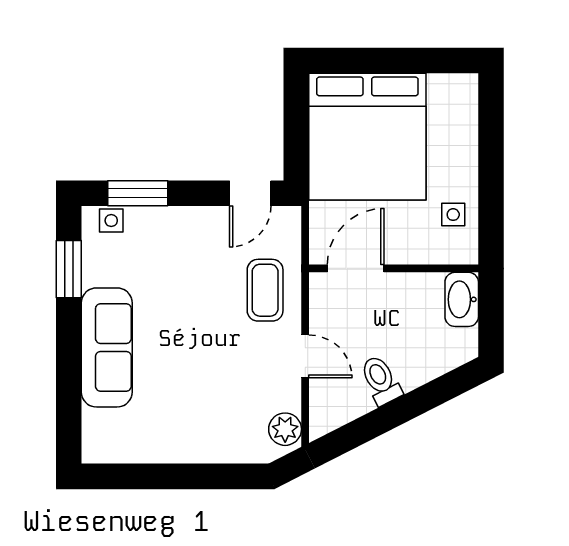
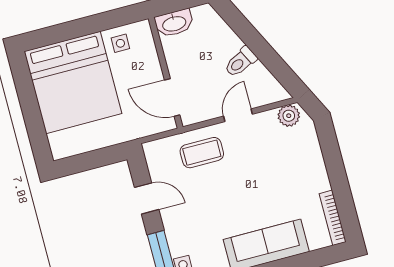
bed: (367, 137) -> (73, 82), moved, turned 90
door: (250, 193) -> (147, 198), moved
bookcase: (122, 453) -> (333, 218), added

